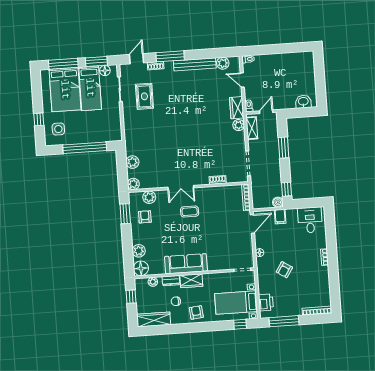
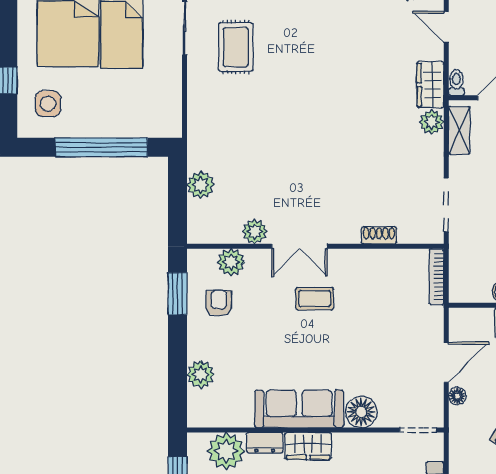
plant: (133, 184) -> (255, 232), moved
door: (252, 224) -> (446, 362), moved
floor lamp: (141, 268) -> (361, 412), moved
plant: (153, 282) -> (226, 451), width x1.87, depth x1.87

